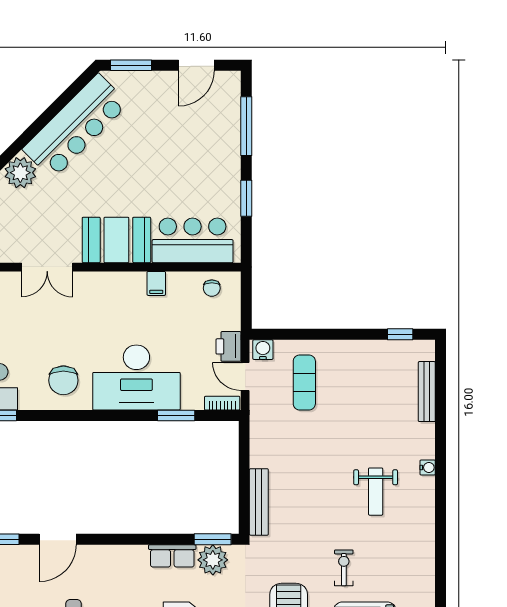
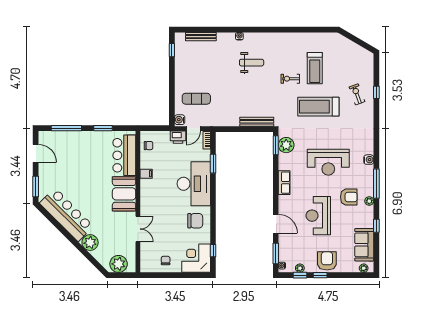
row of seats: (172, 556) -> (284, 183), moved

